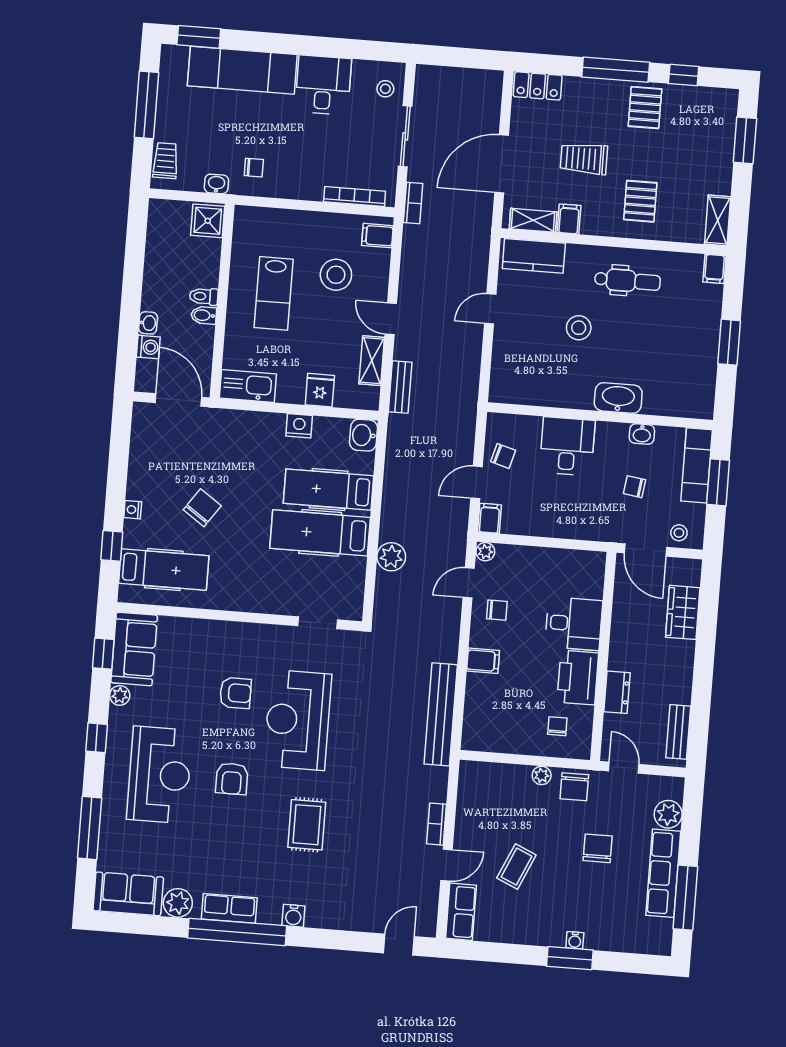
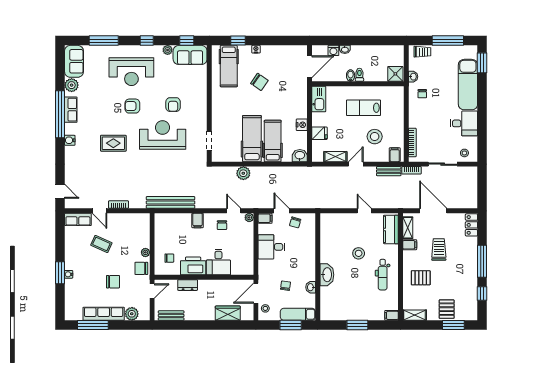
pallet: (645, 108) -> (447, 309), moved, turned 90
bench: (400, 387) -> (389, 171), moved
desk: (567, 446) -> (271, 247), moved, turned 180

